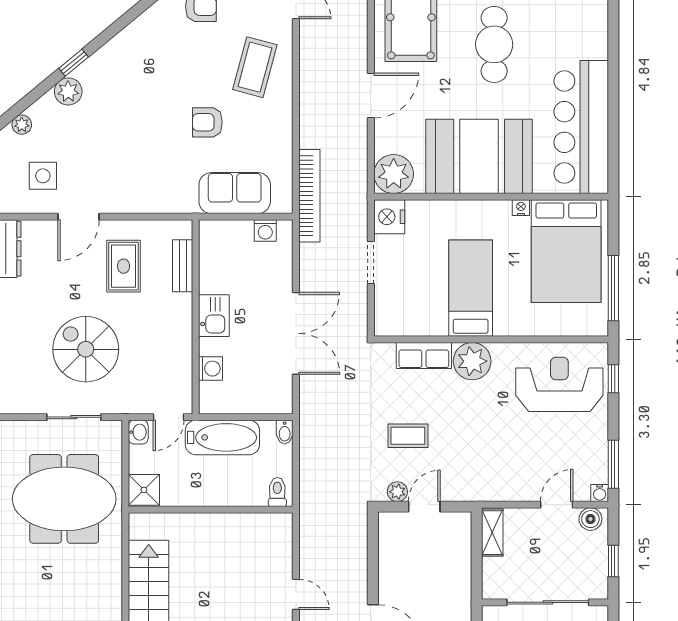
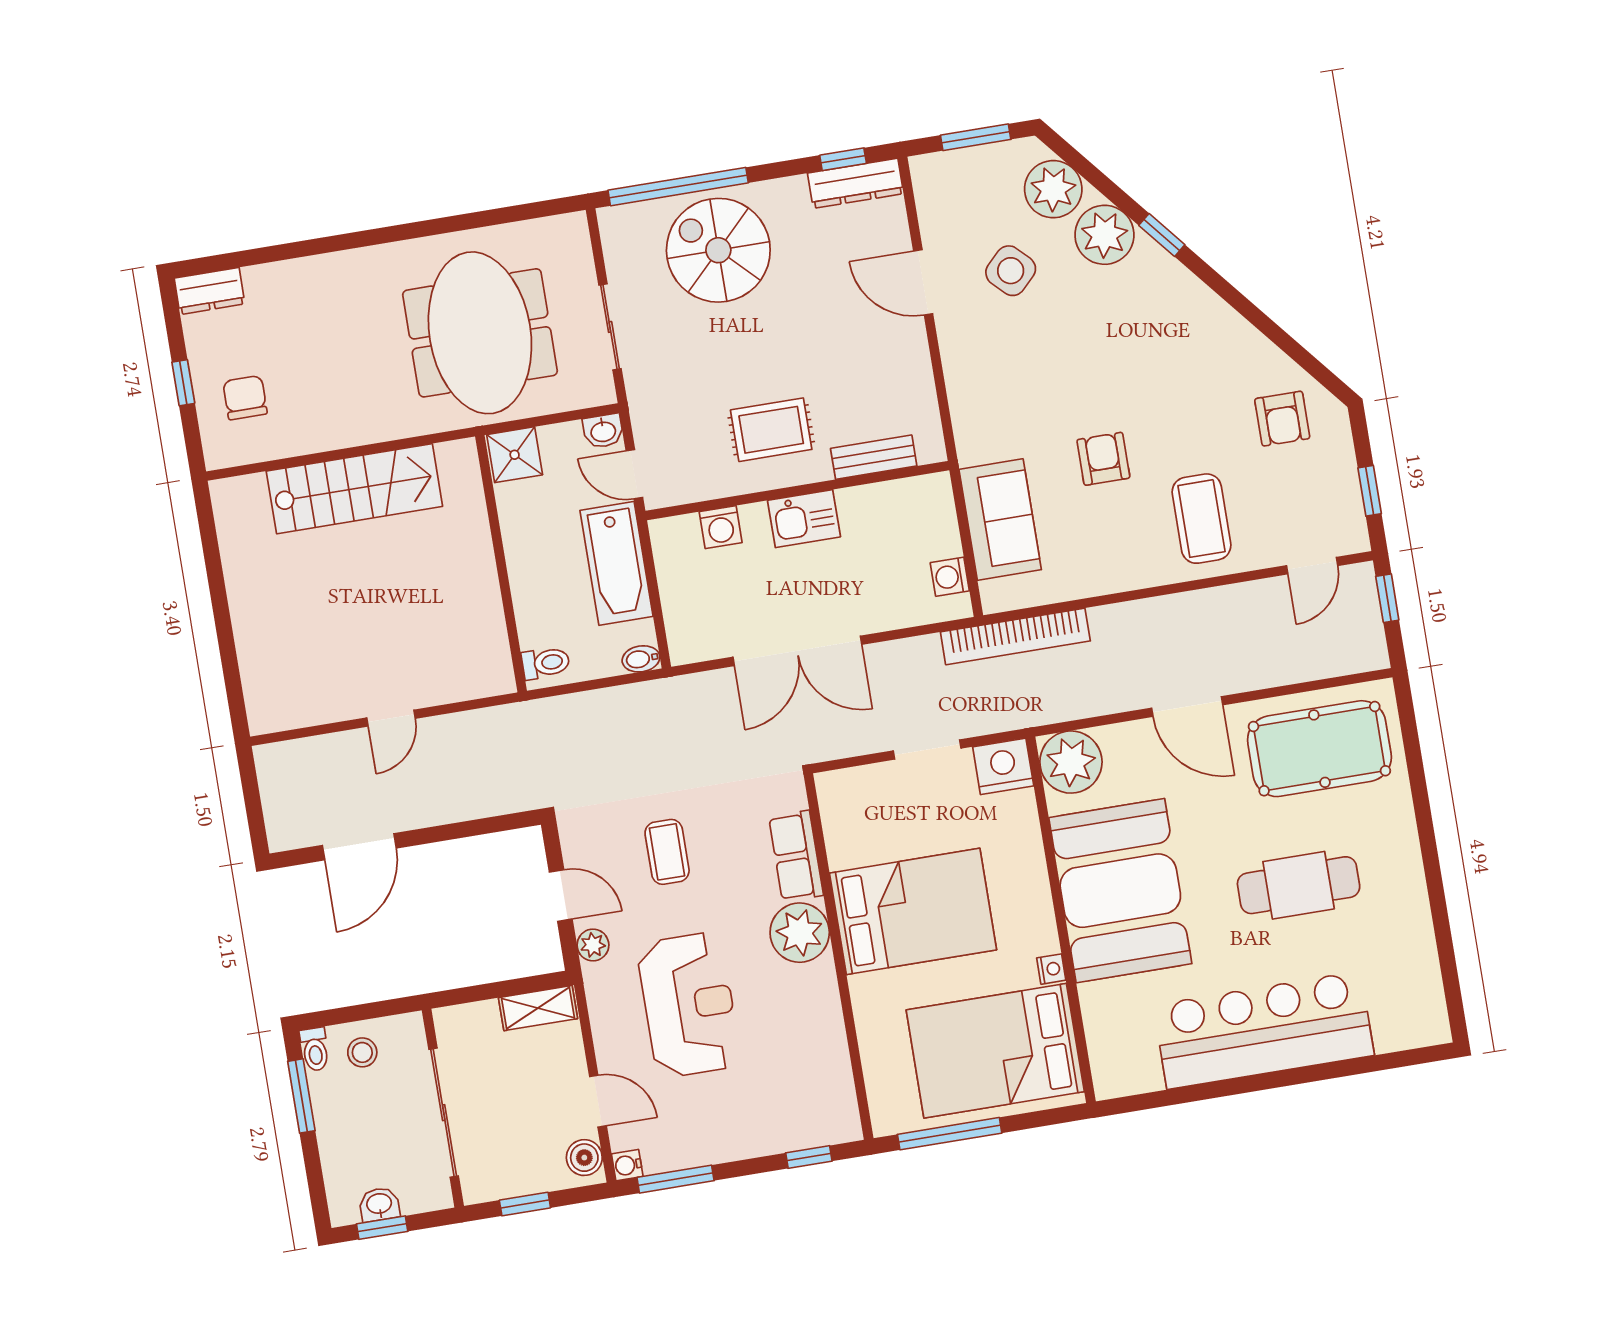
coffee table: (255, 67) -> (1201, 519), turned 75
plant: (68, 91) -> (1104, 235), width x1.36, depth x1.36
plant: (22, 125) -> (1053, 189), width x1.87, depth x1.87
bar counter: (581, 127) -> (1264, 1030), moved
side table: (43, 176) -> (1011, 271), moved, turned 45
rug: (124, 266) -> (771, 430), moved
bed: (471, 288) -> (913, 911), width x1.50
spiral stairs: (86, 349) -> (718, 250), moved, turned -90
reception desk: (559, 384) -> (689, 1005), moved
plant: (397, 492) -> (593, 945), moved

